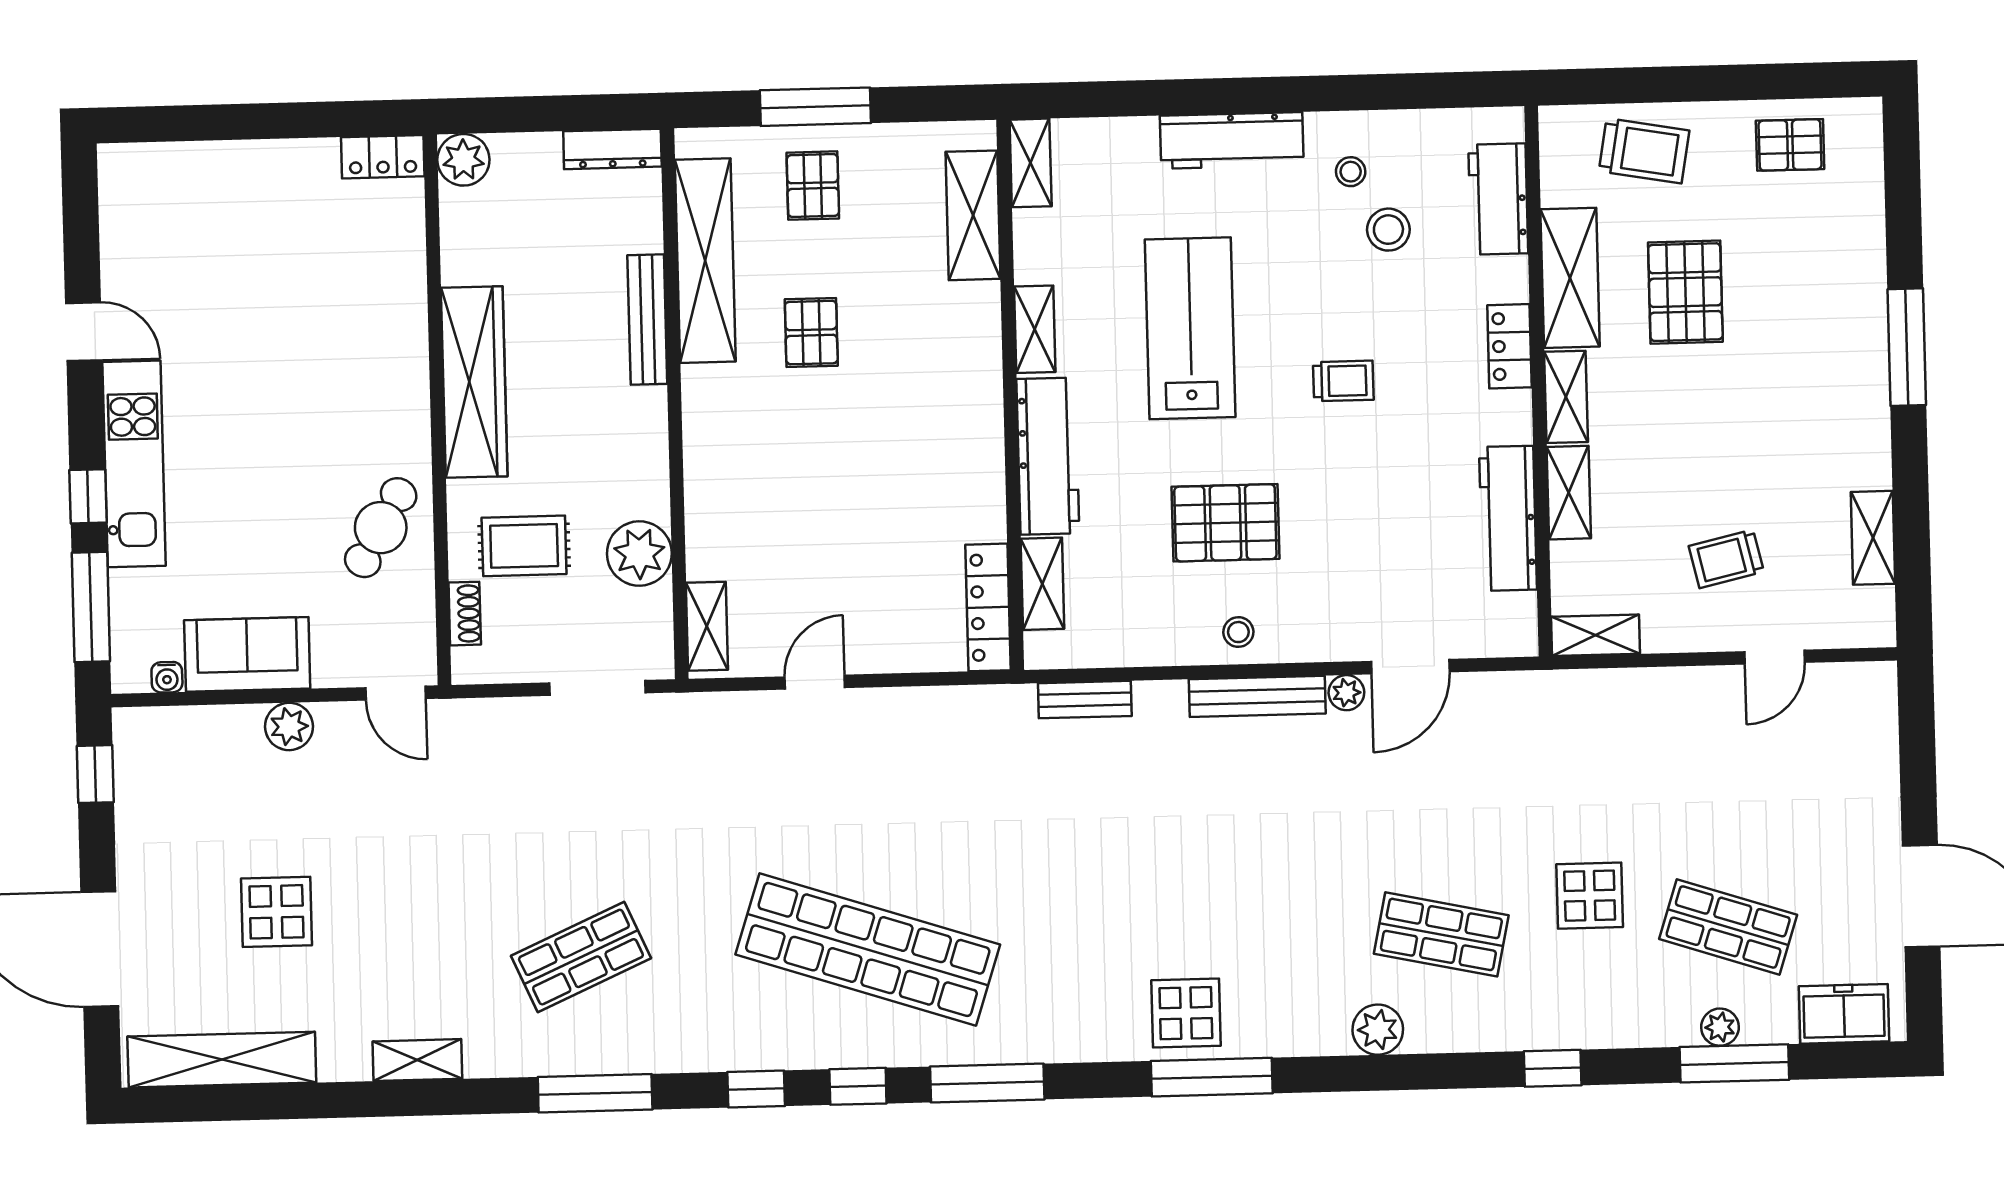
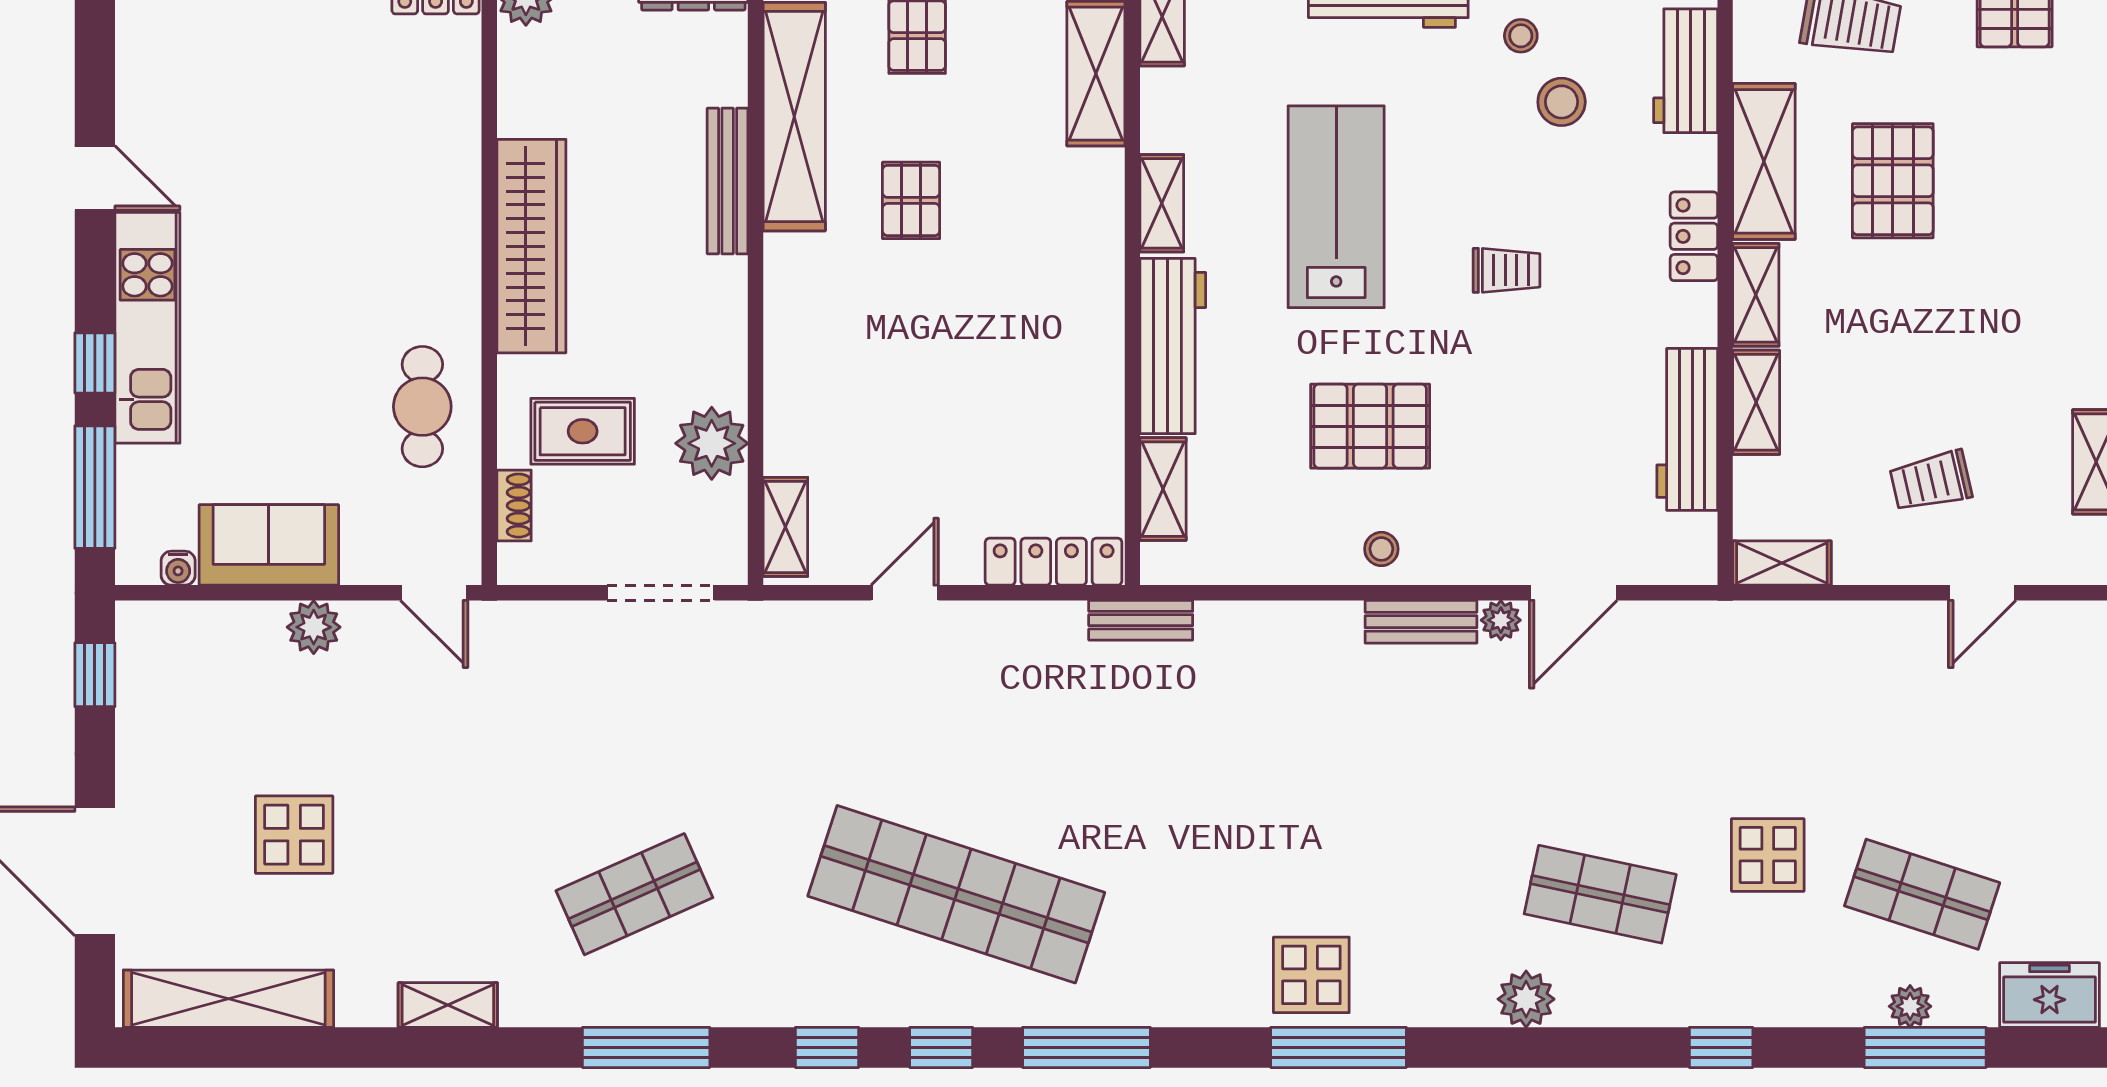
cafe table: (381, 528) -> (422, 407), turned -30
locker: (988, 607) -> (1054, 562), moved, turned 90
bench: (1257, 696) -> (1421, 622), width x0.73
bench: (1085, 700) -> (1141, 620), moved

